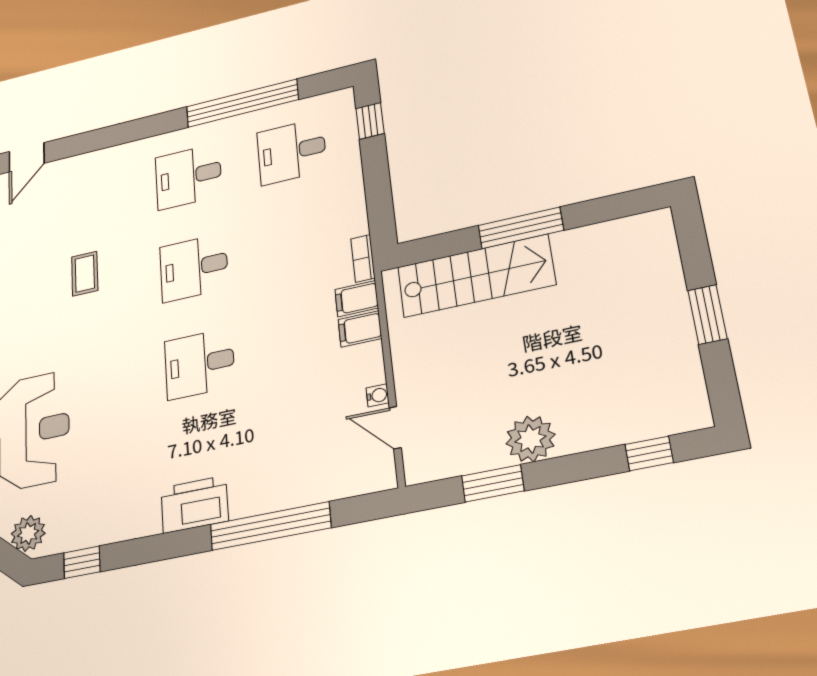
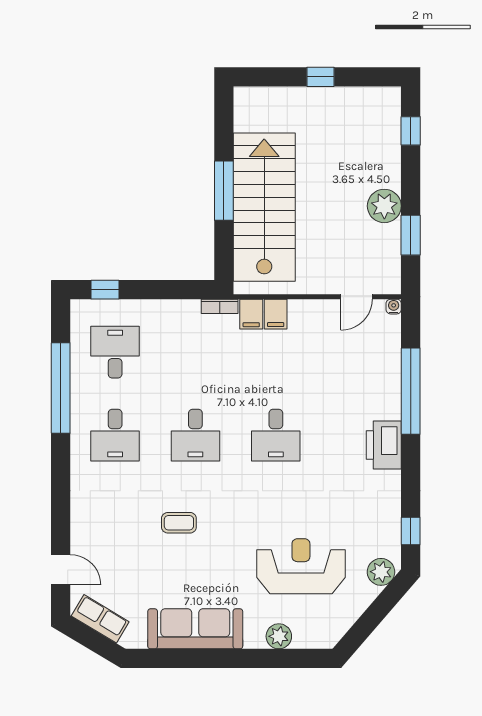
desk: (292, 151) -> (115, 352), turned 180
stairs: (476, 276) -> (264, 207), width x1.36, depth x1.51
window: (707, 314) -> (320, 77), width x0.67
water cooler: (378, 395) -> (394, 307), moved

